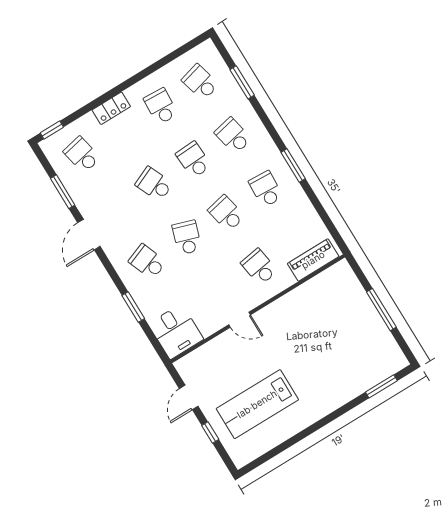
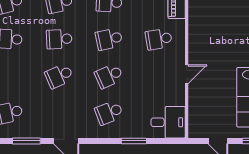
school desk: (187, 238) -> (109, 76), turned -42

